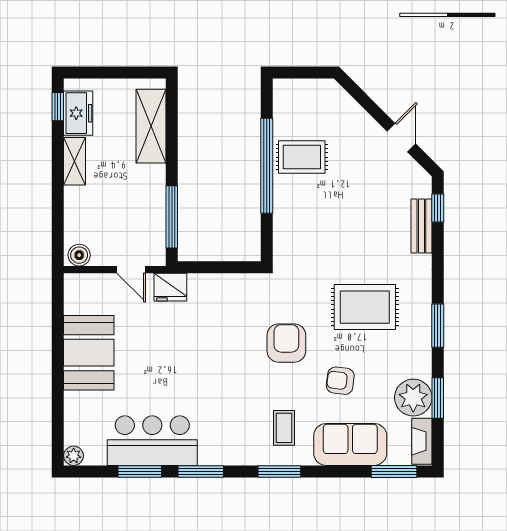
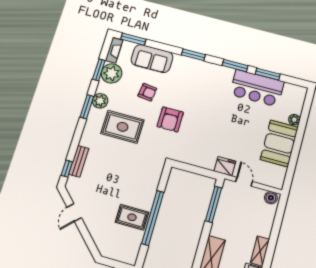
plant: (418, 342) -> (100, 101), added
coffee table: (284, 428) -> (184, 76), removed
plant: (74, 456) -> (294, 120), moved

